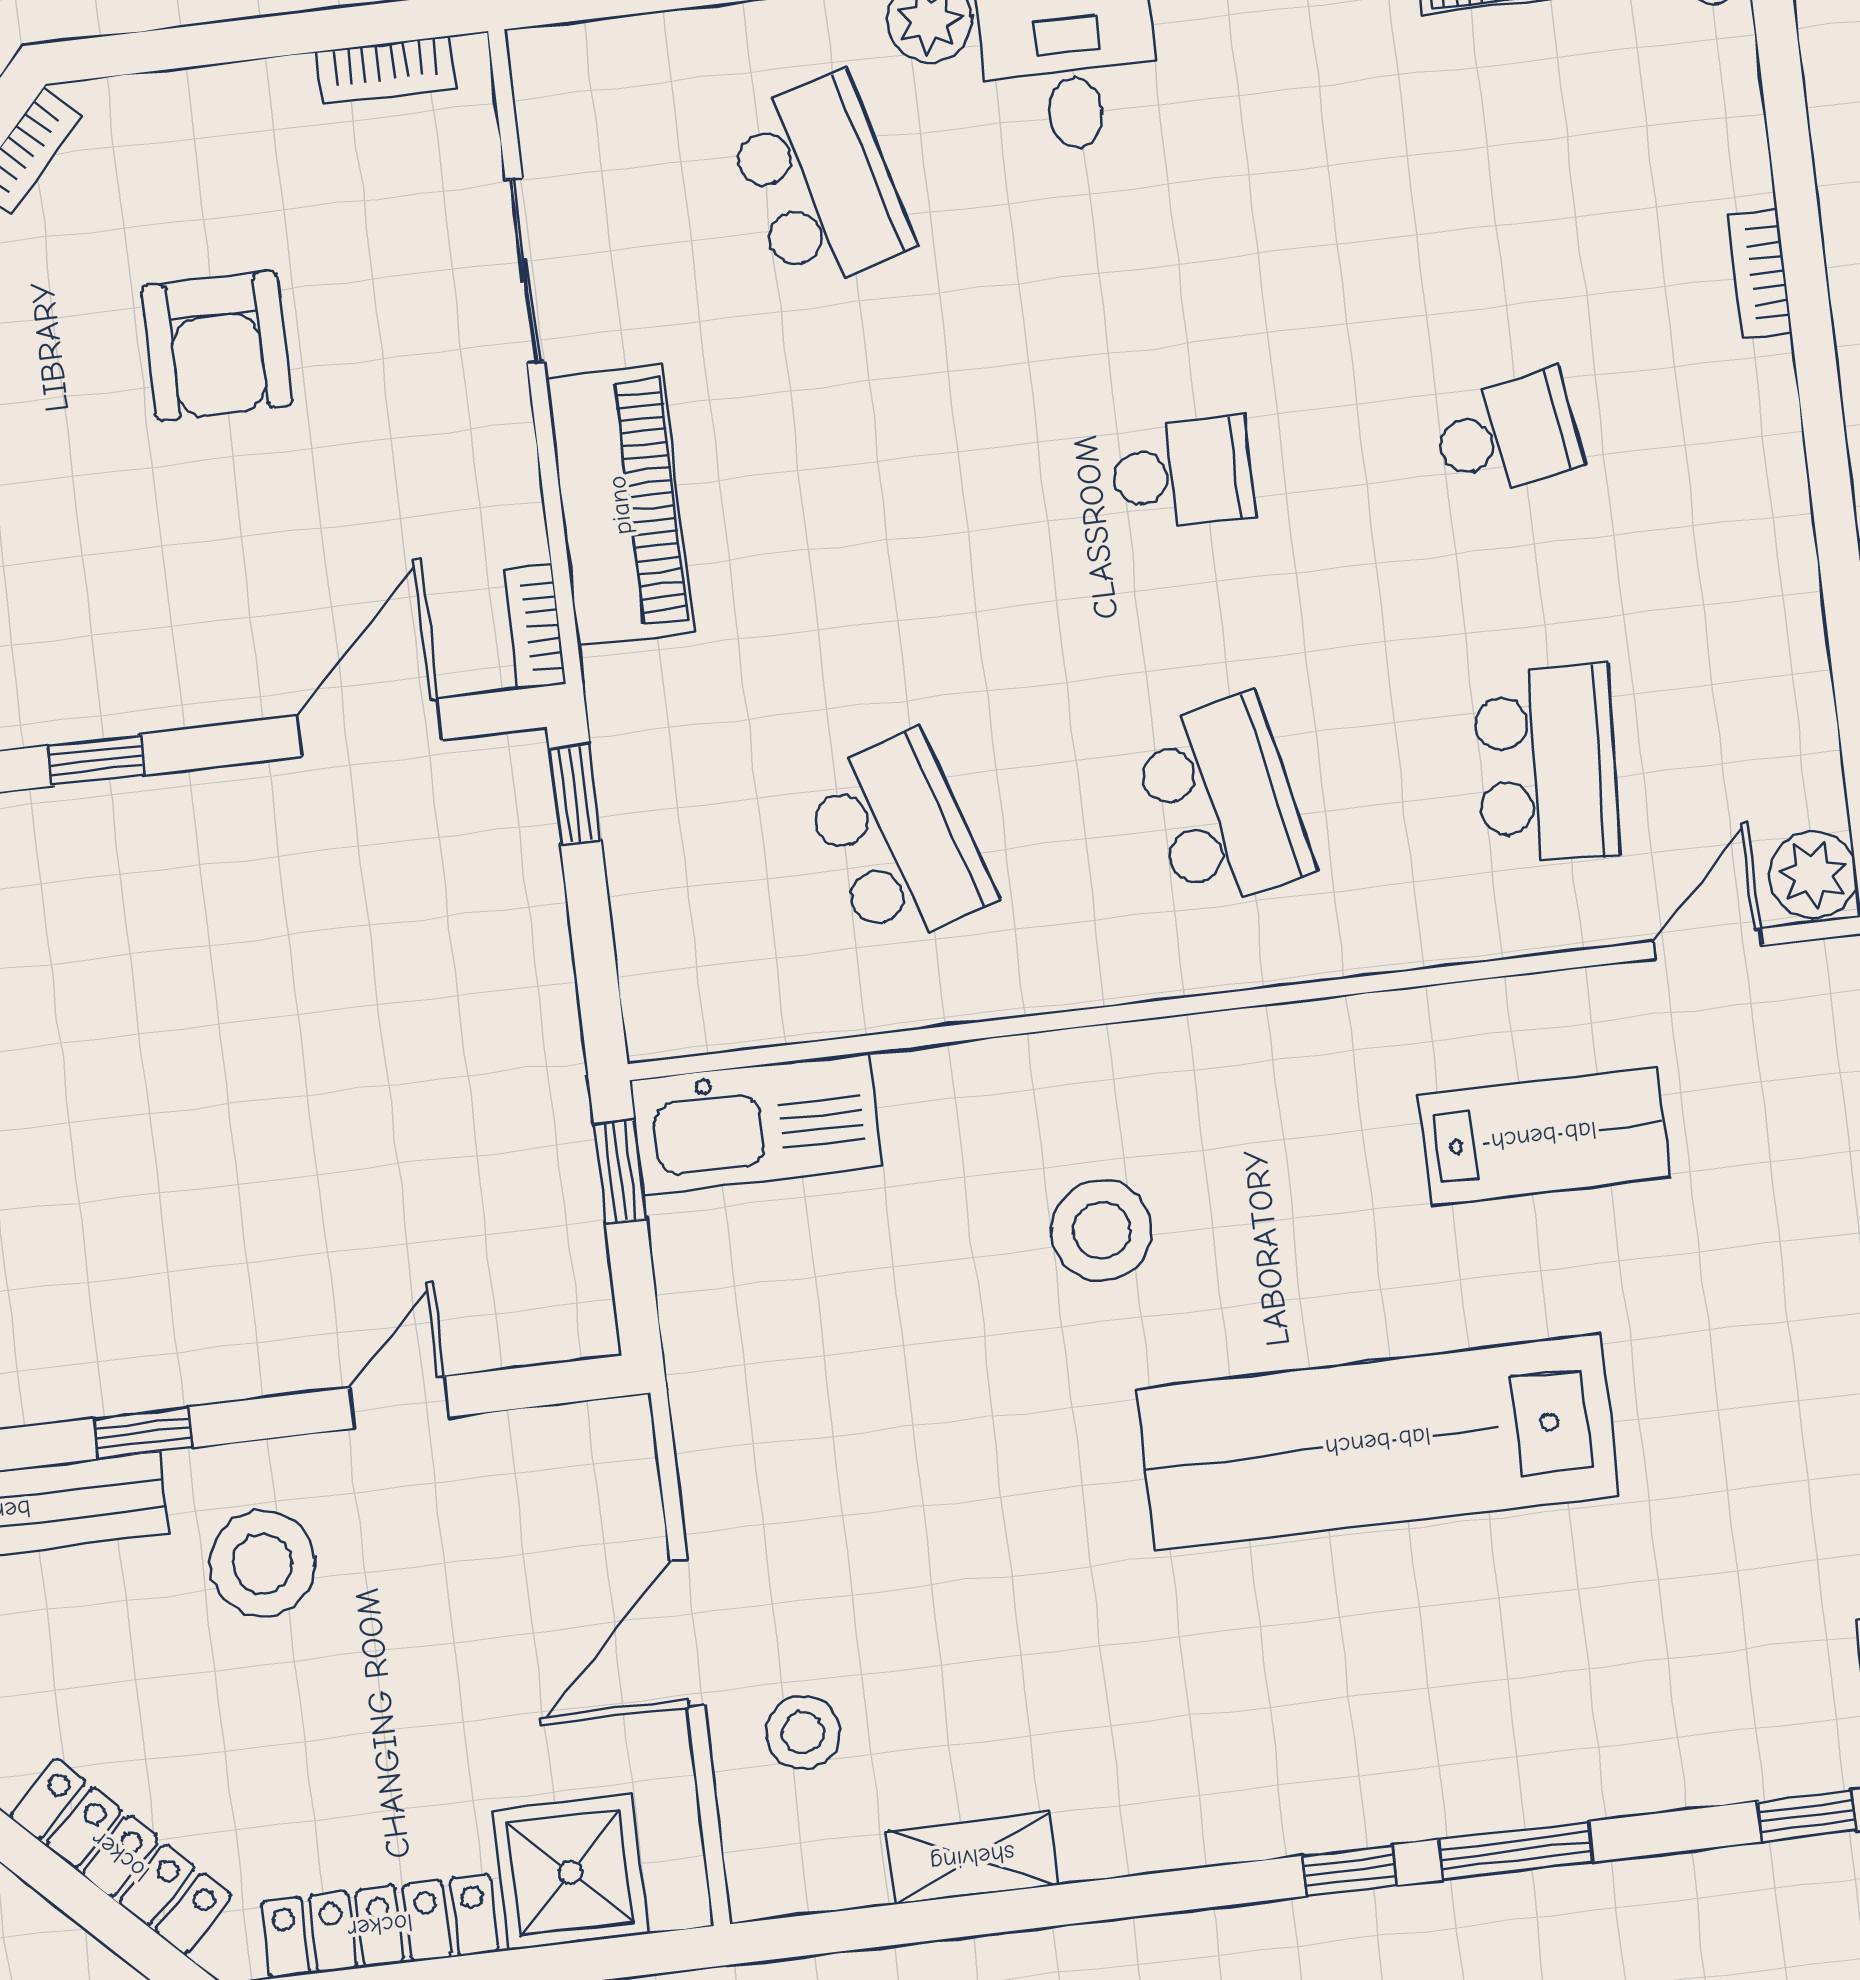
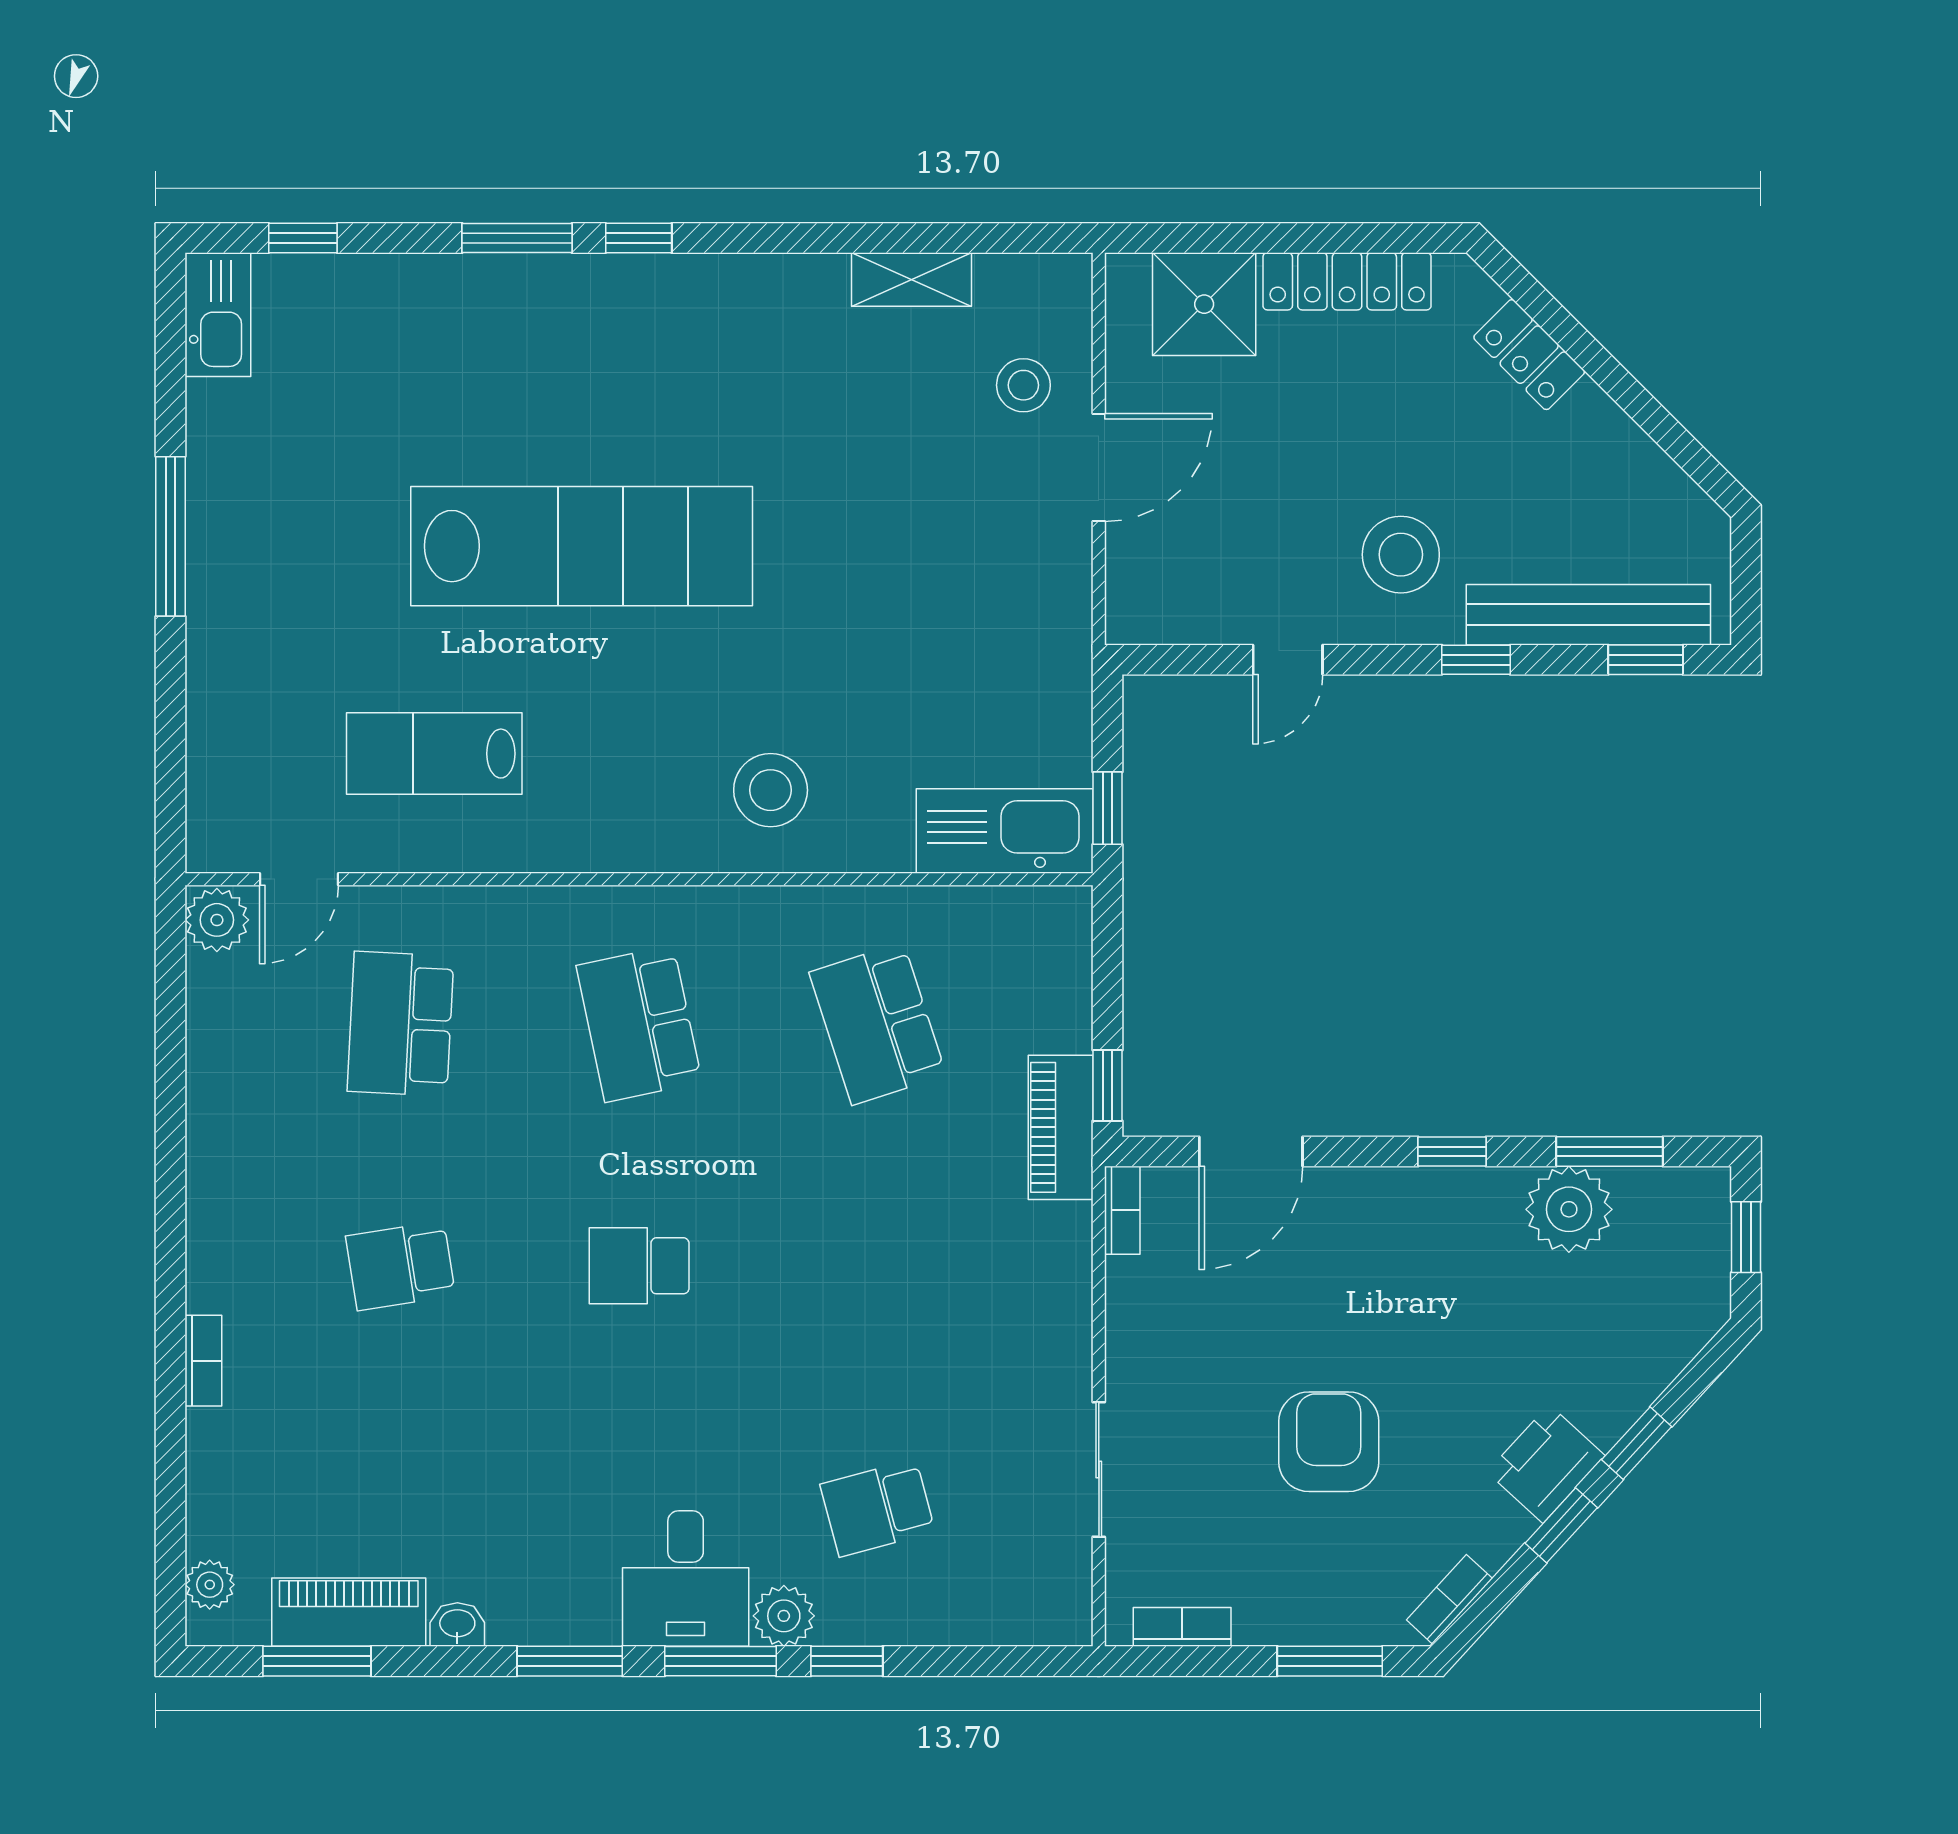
window: (180, 48) -> (1330, 1661), added
school desk: (819, 183) -> (878, 1508), width x0.54
piano: (620, 505) -> (1061, 1127), moved, width x0.73, depth x0.75
stool: (1102, 1230) -> (771, 790), moved
locker: (120, 1856) -> (1529, 355), width x0.66

